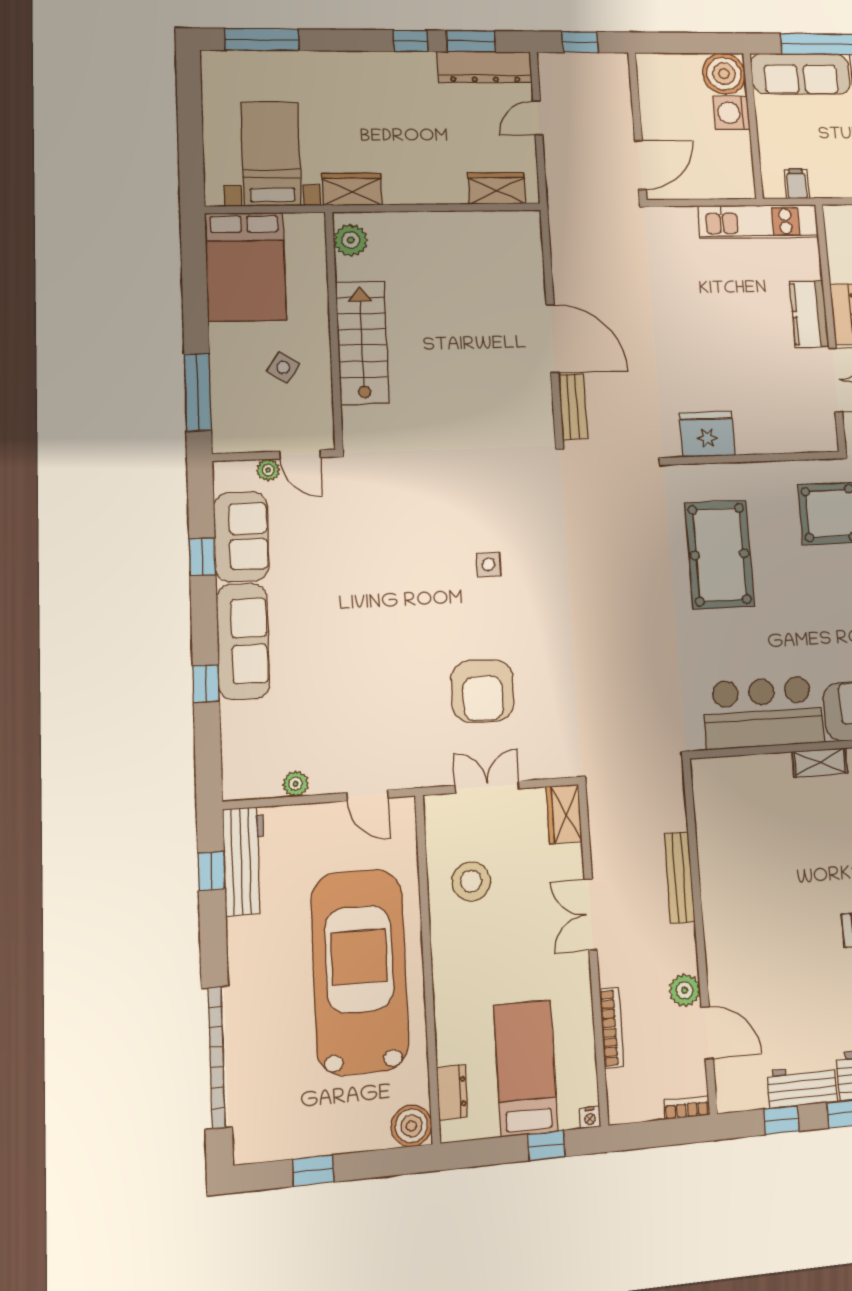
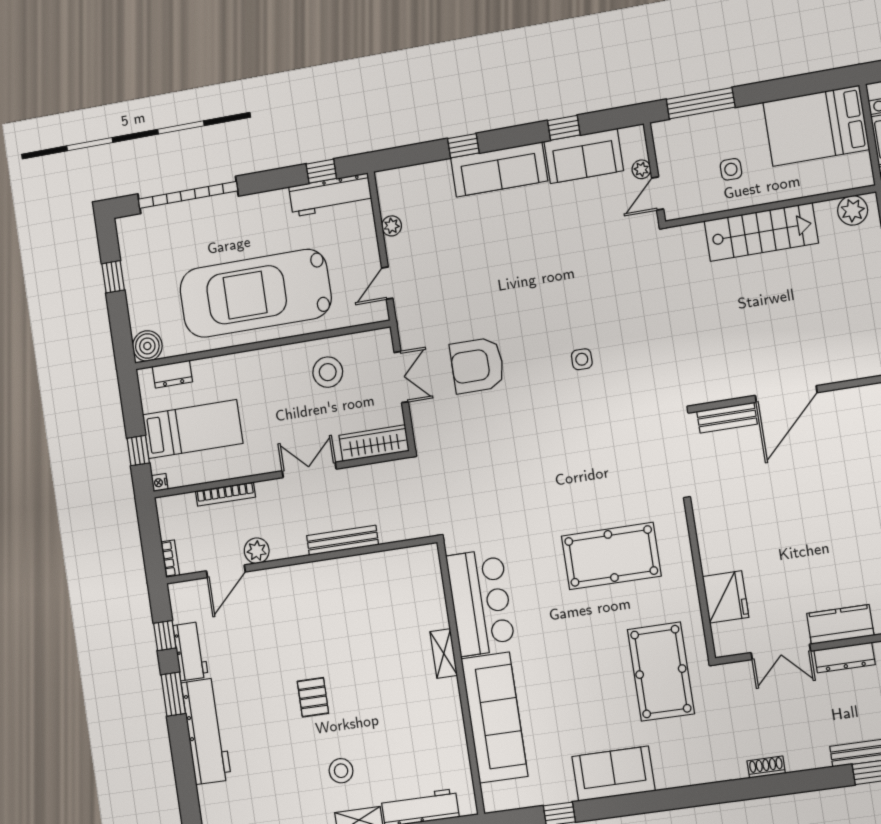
side table: (283, 367) -> (731, 169), turned -33
fridge: (707, 434) -> (726, 597), moved
wardrobe: (564, 814) -> (374, 443), width x1.50
car: (360, 971) -> (255, 293), turned 180

